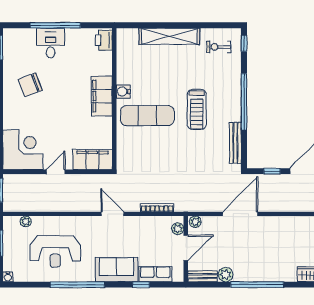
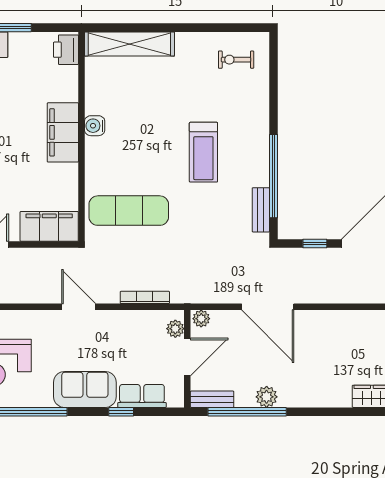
shelving: (169, 36) -> (129, 44), moved
window: (244, 43) -> (273, 54), removed
window: (244, 102) -> (273, 176), moved
exercise mat: (147, 116) -> (129, 211), moved
bench: (235, 143) -> (261, 210), width x0.73
door: (240, 214) -> (268, 307), swing flipped
plant: (226, 275) -> (267, 397), moved
window: (257, 285) -> (247, 412), moved

